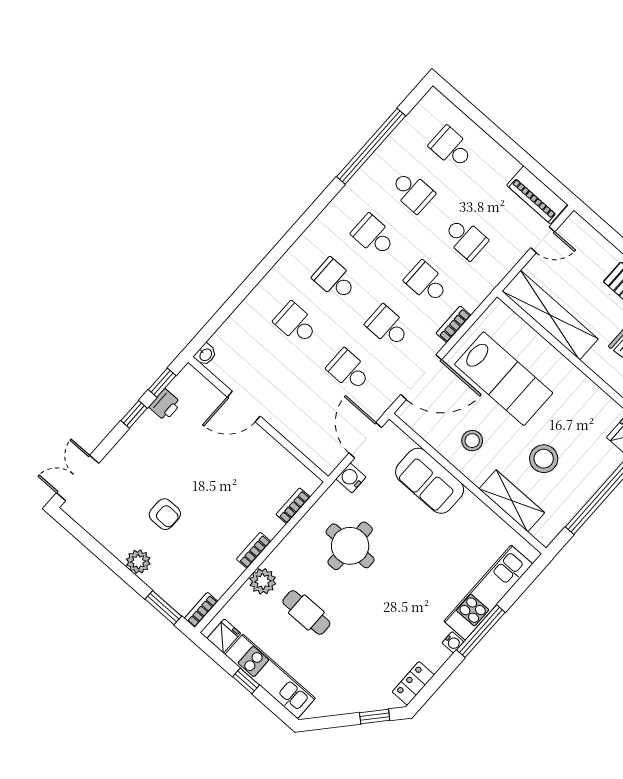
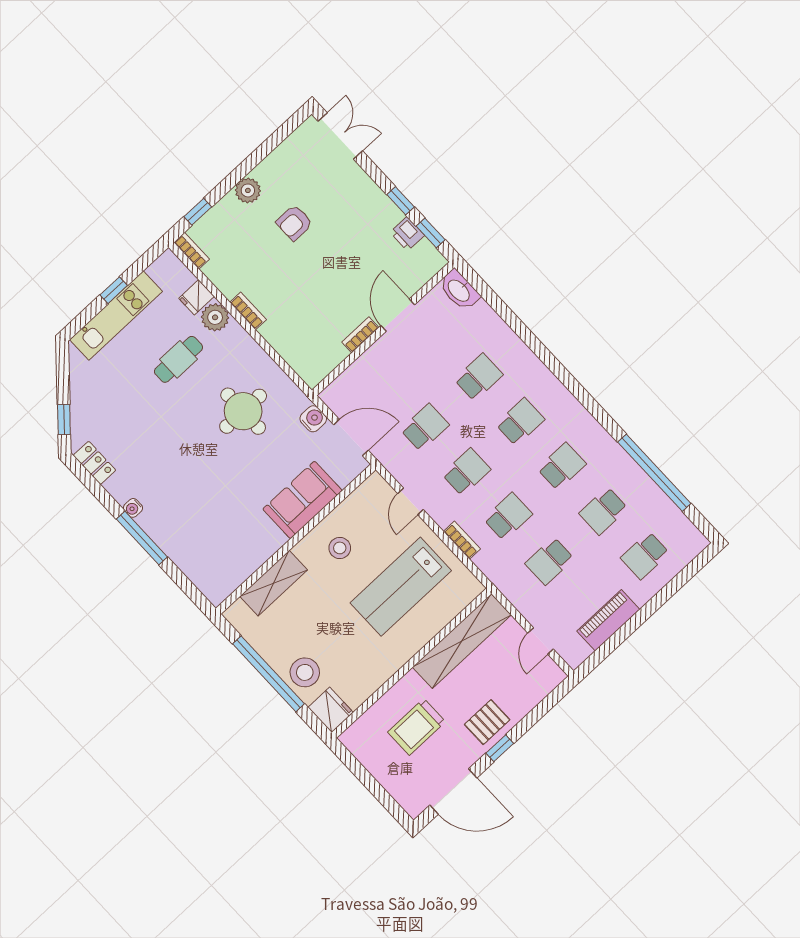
school desk: (451, 148) -> (645, 556), turned 180
piano: (537, 195) -> (608, 620), moved
washbasin: (205, 355) -> (459, 290), width x1.91, depth x1.45
door: (421, 377) -> (411, 501), width x0.53
stool: (544, 459) -> (305, 672), moved
bookcase: (293, 506) -> (360, 335), moved, turned -90
kitchen unit: (488, 593) -> (181, 549), removed
window: (163, 608) -> (198, 212), width x0.67
fridge: (224, 636) -> (197, 297), moved, turned 90

